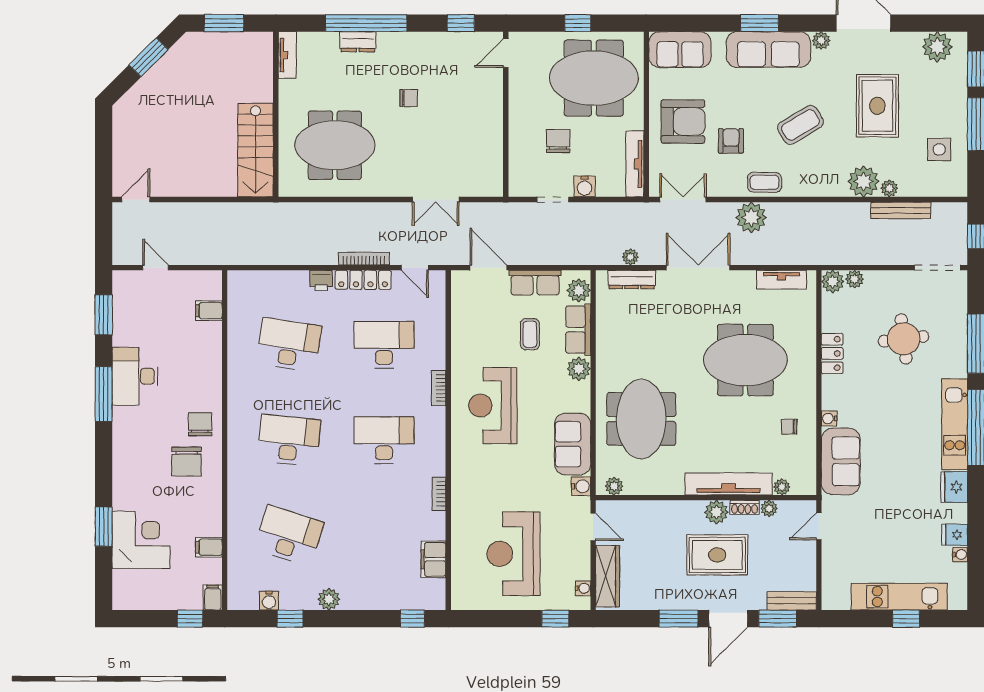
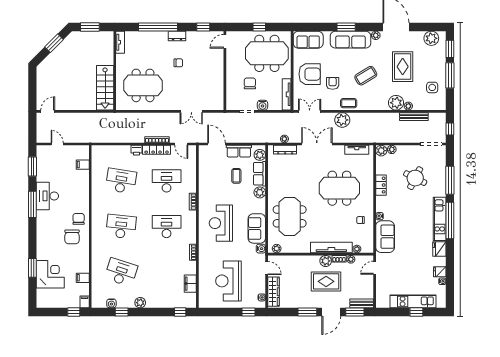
dresser: (358, 42) -> (177, 36), moved
round table: (904, 339) -> (415, 178), turned 34
reception desk: (493, 406) -> (221, 223), moved

